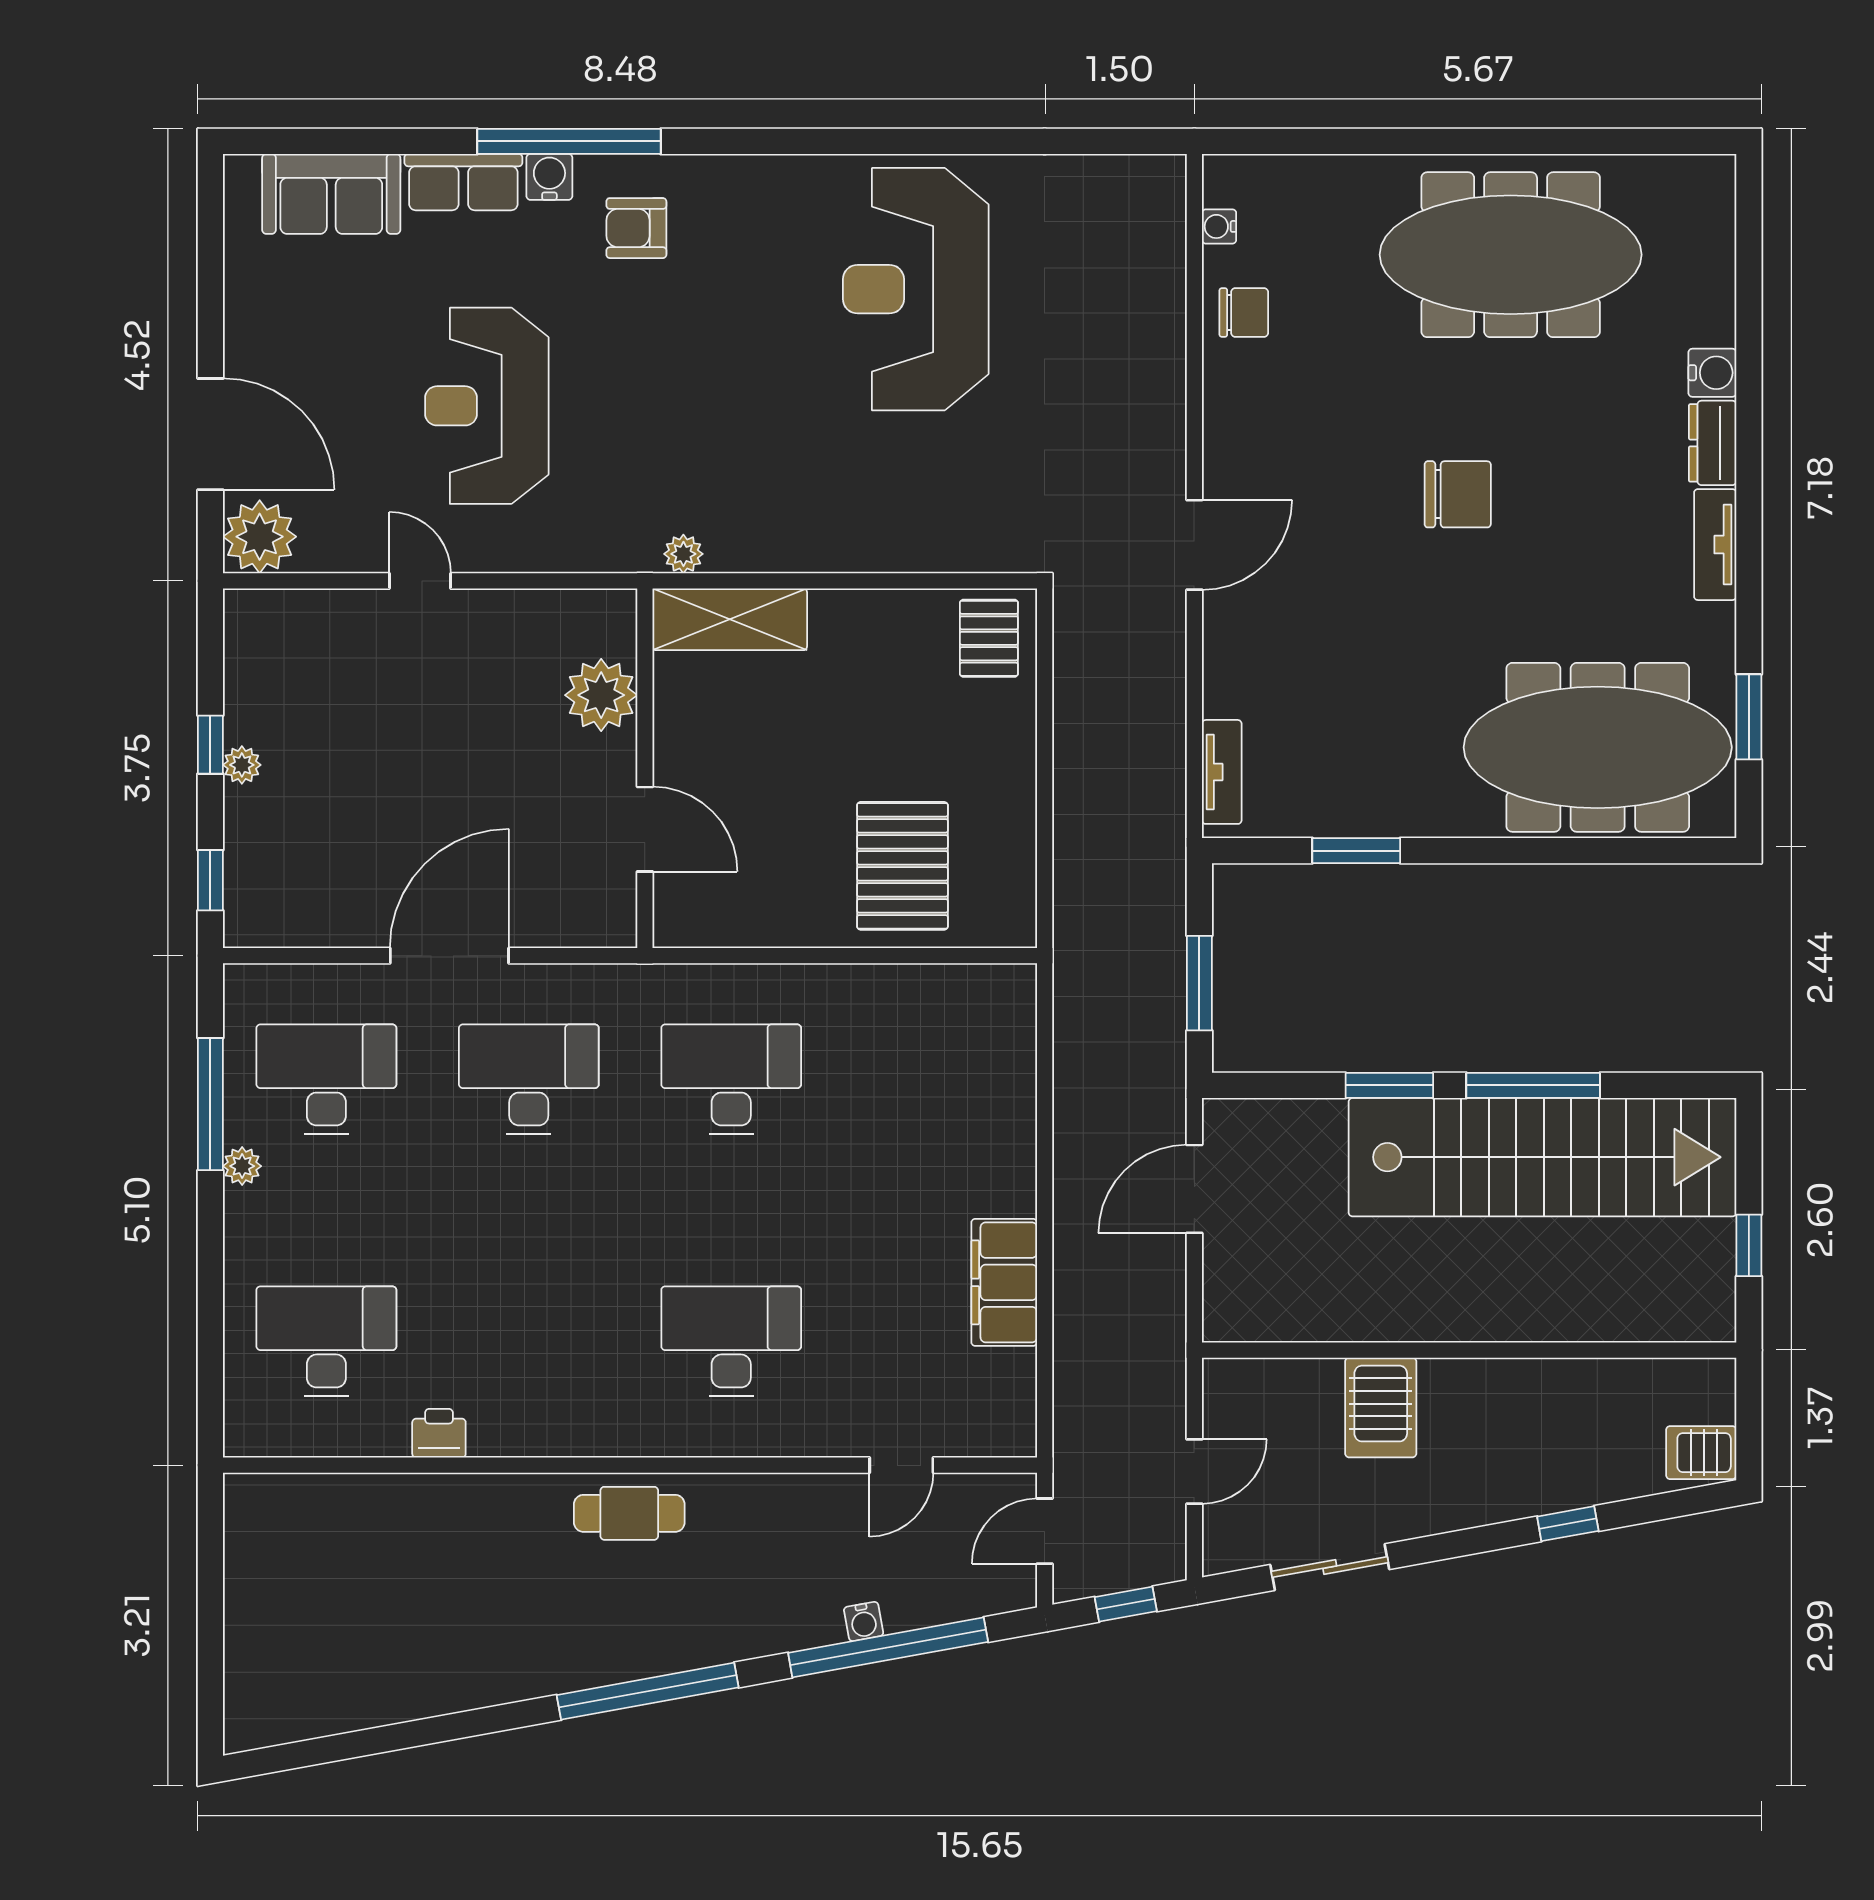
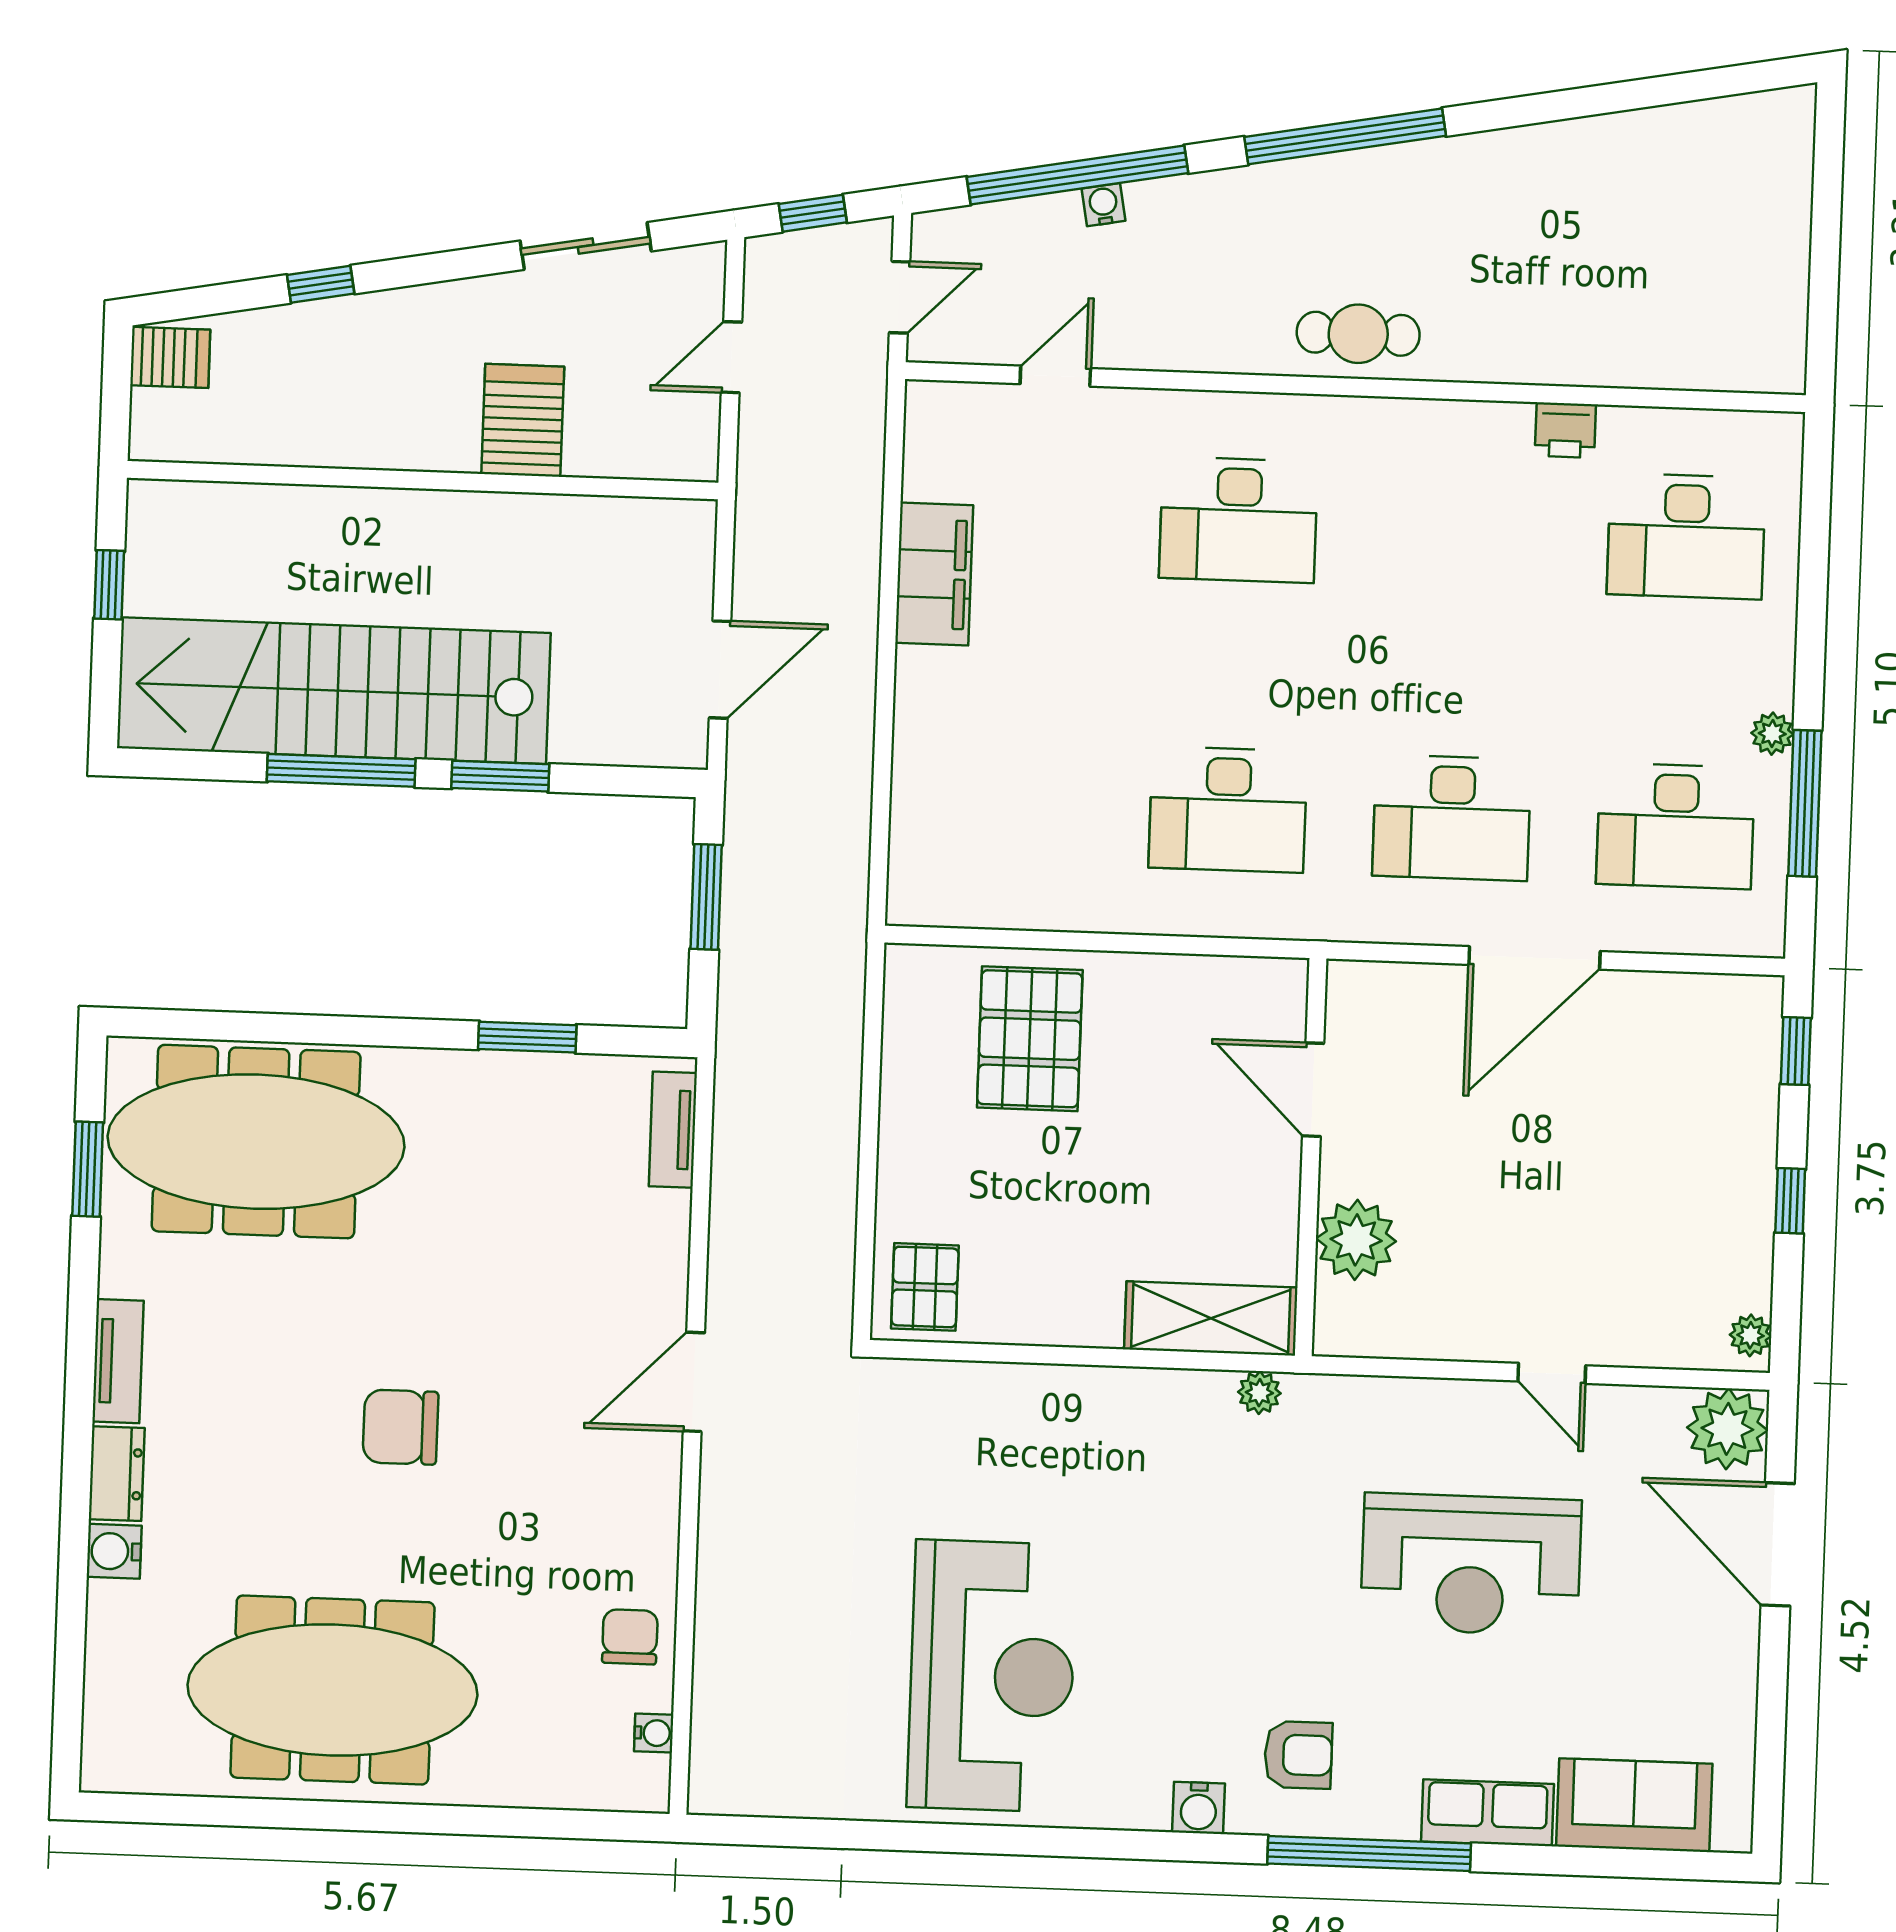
water cooler: (549, 177) -> (1199, 1808), moved
chair: (1244, 312) -> (630, 1637), turned 90
reception desk: (487, 406) -> (1471, 1564), turned 90
plant: (242, 765) -> (1750, 1335), moved

